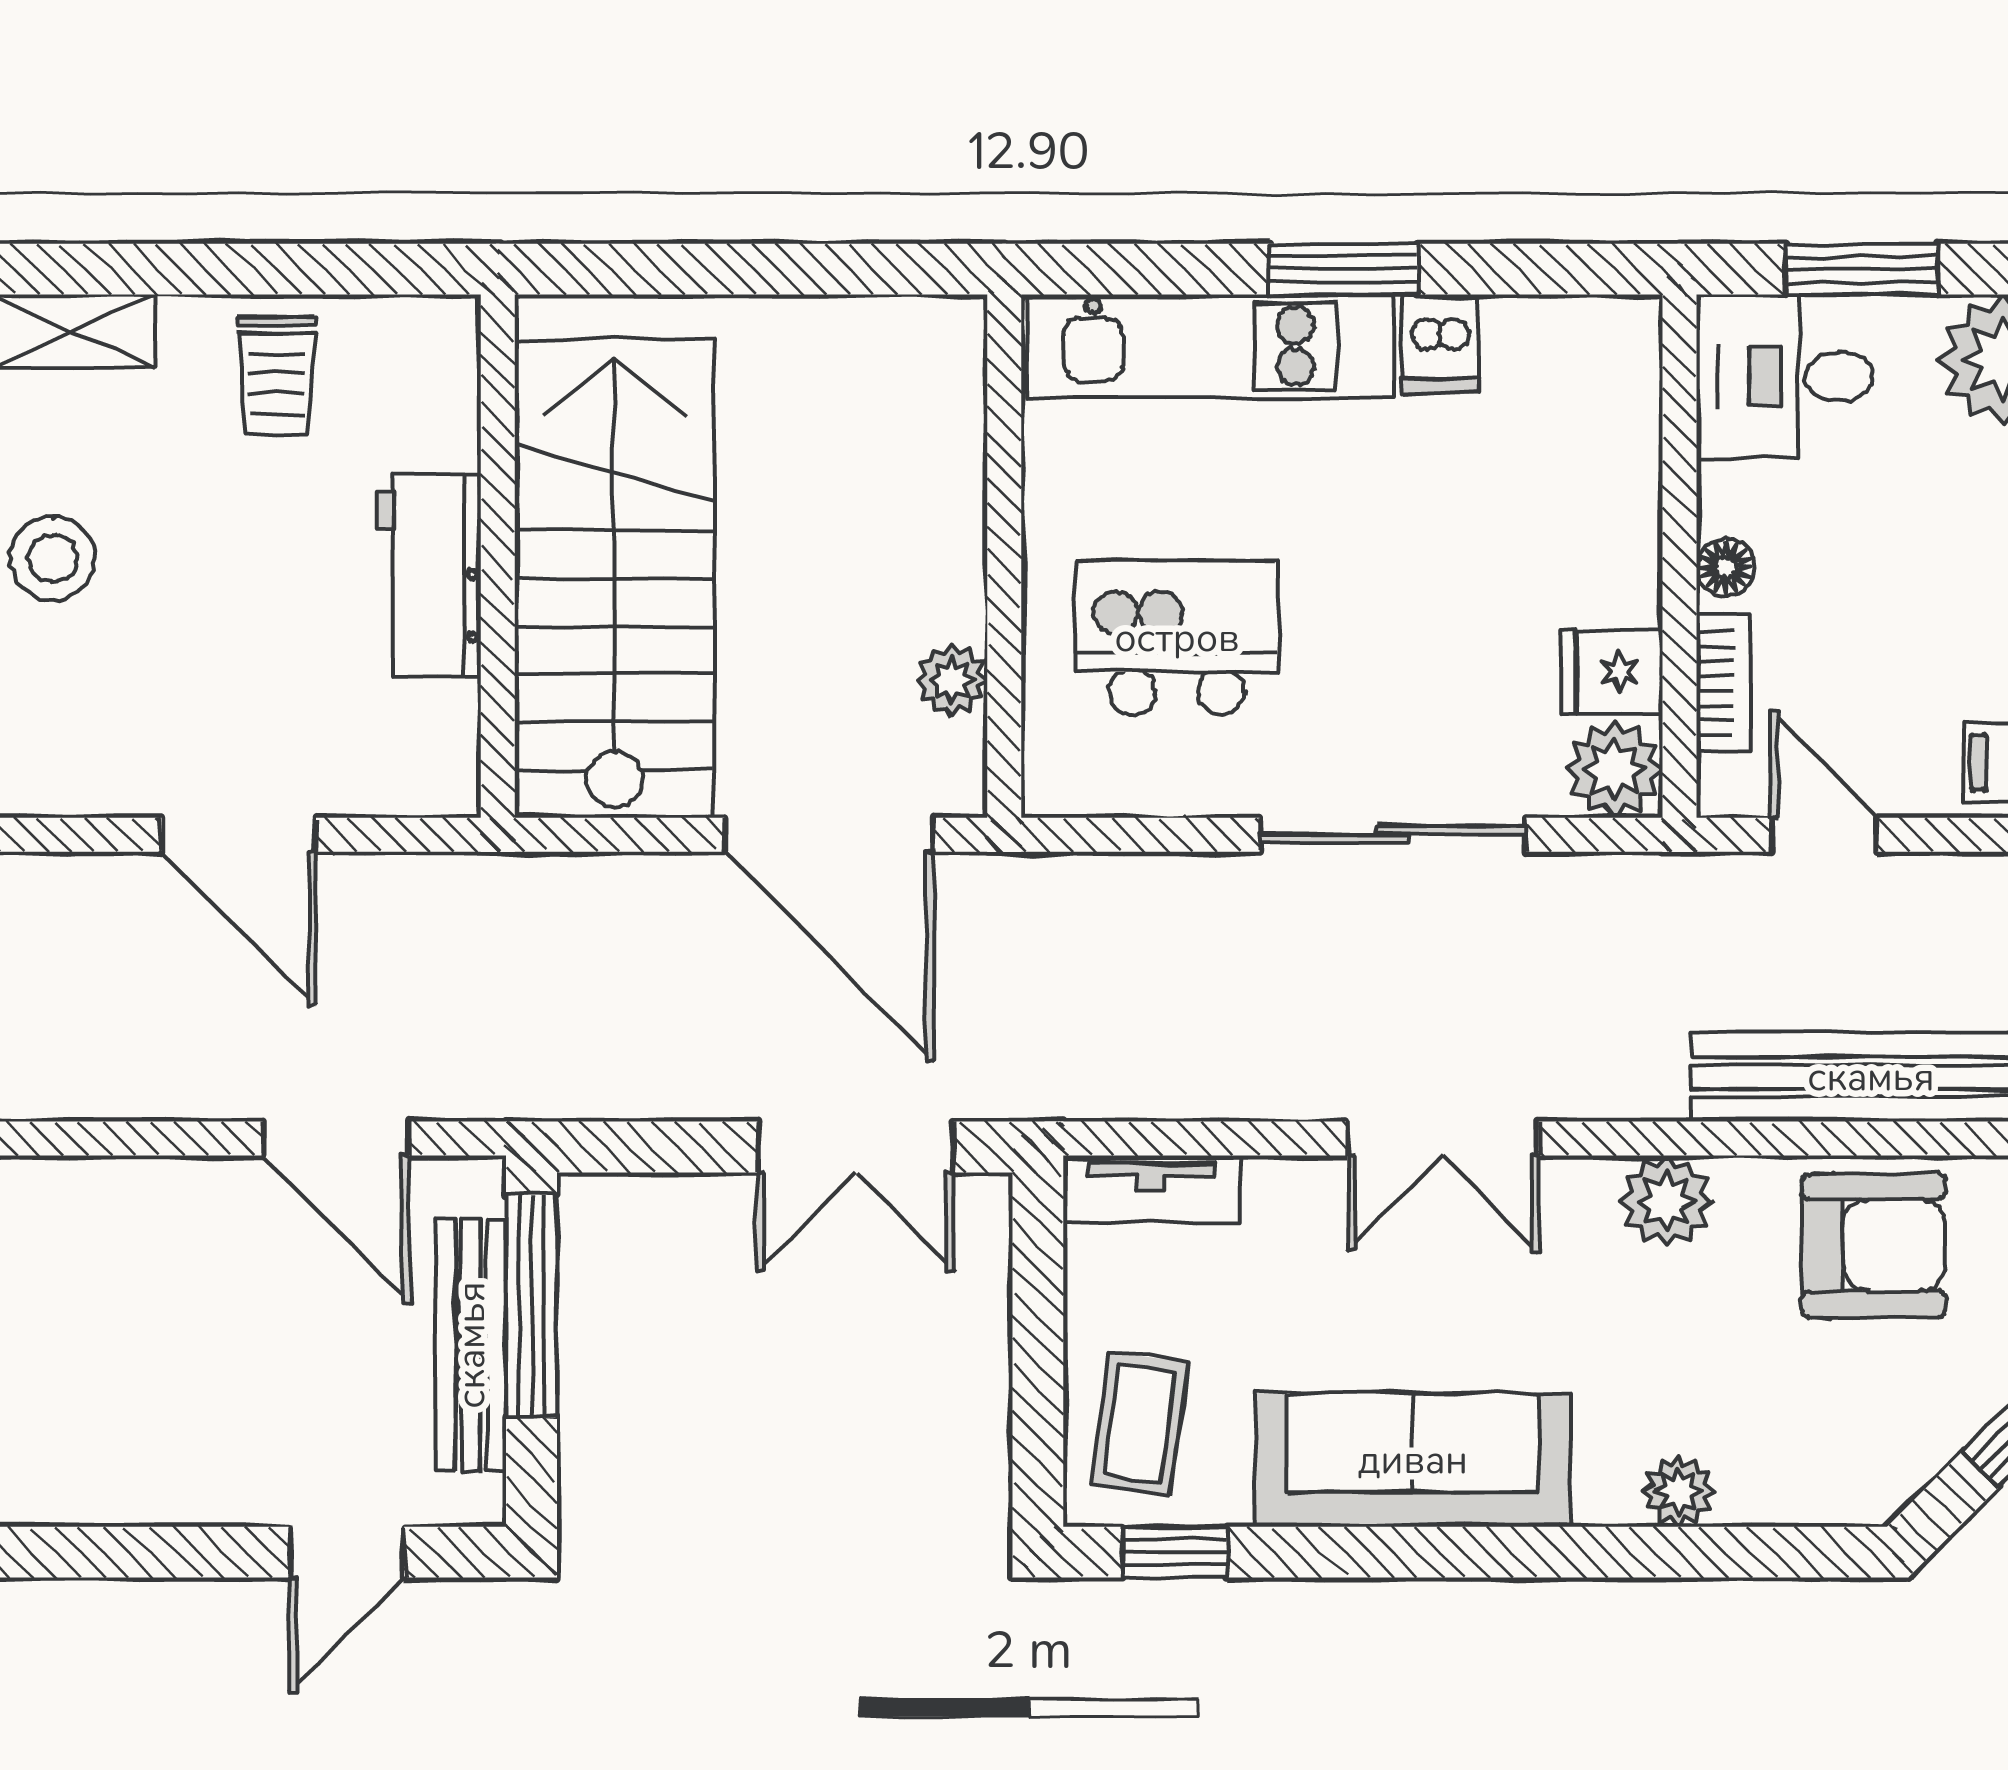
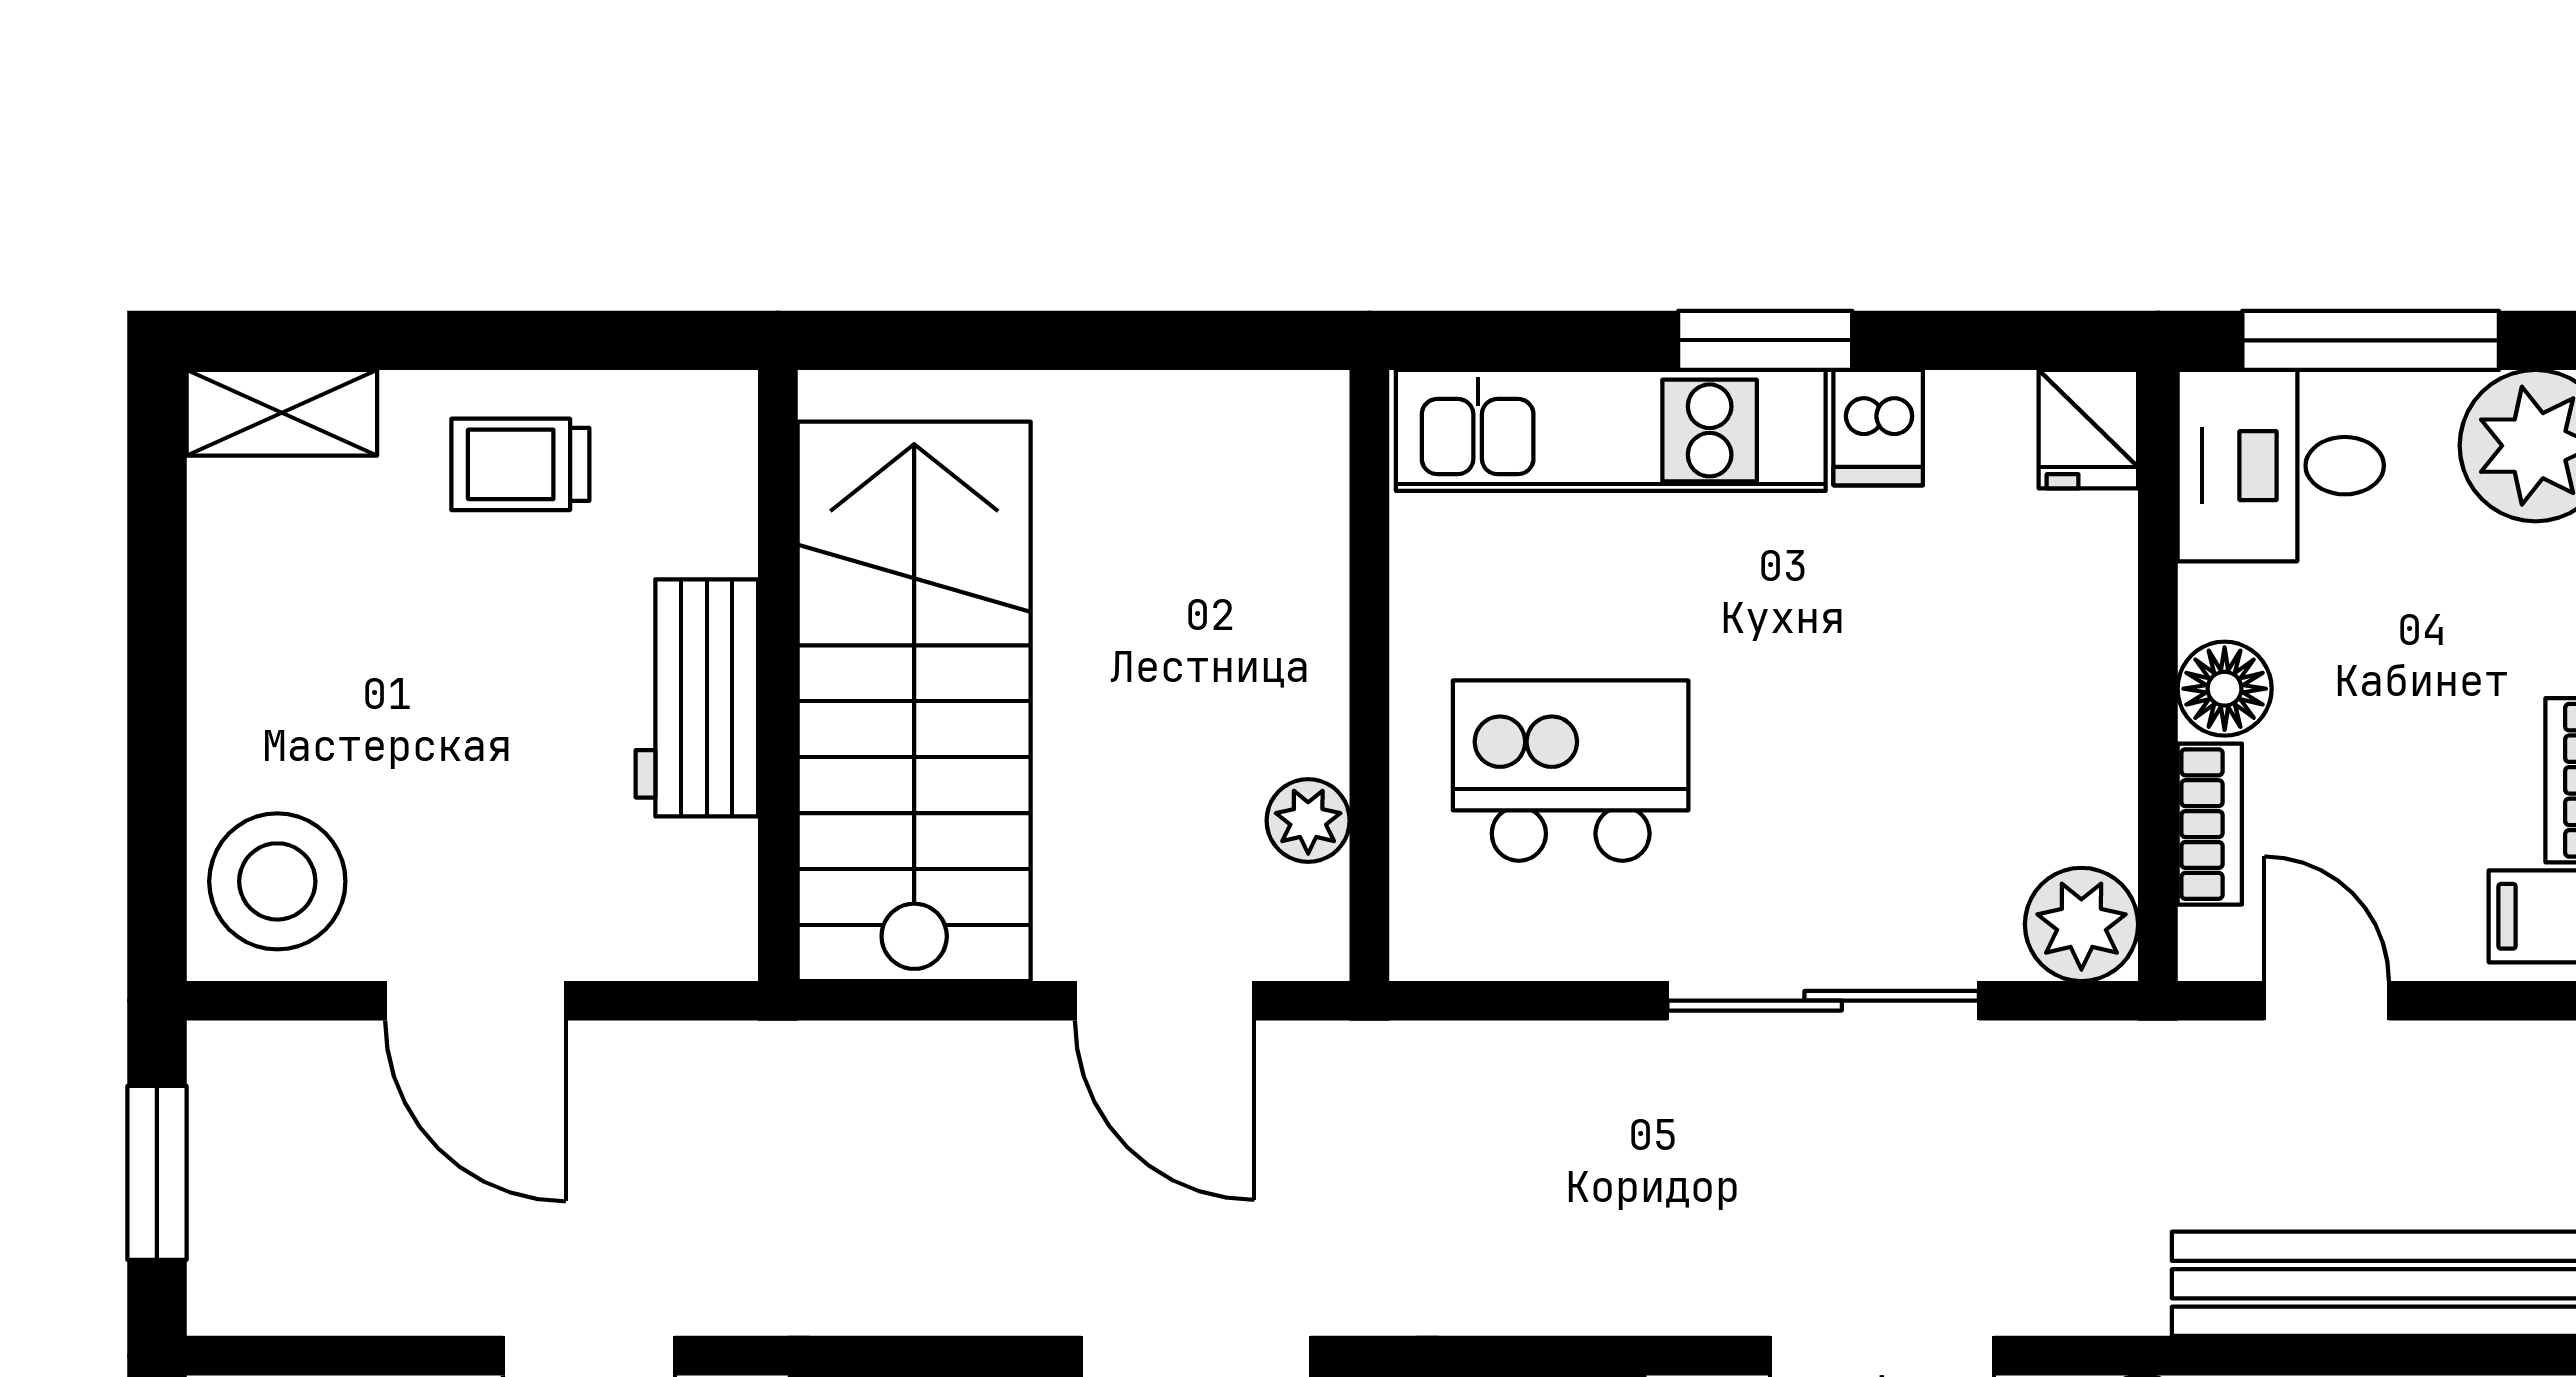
window: (1862, 269) -> (2371, 340), width x1.44
trolley: (277, 375) -> (520, 464), turned 90
stool: (53, 559) -> (277, 881), moved, width x1.38, depth x1.38
floor lamp: (1726, 567) -> (2225, 689), width x1.37, depth x1.37
fridge: (1612, 672) -> (2088, 429), moved, turned -90
door: (829, 835) -> (1165, 1001), width x0.73

